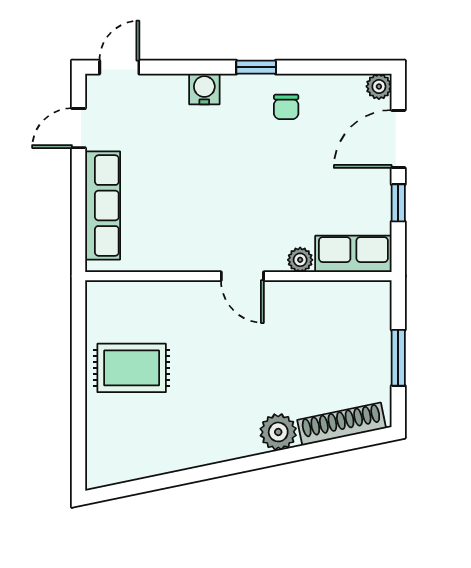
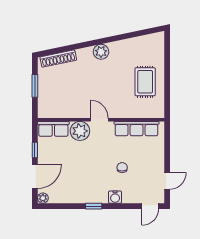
chair: (286, 107) -> (122, 168), moved
row of seats: (103, 205) -> (137, 129), moved, turned -90
plant: (300, 260) -> (80, 131), width x1.88, depth x1.88
rug: (132, 368) -> (145, 82), turned 90
plant: (278, 432) -> (101, 52), moved

